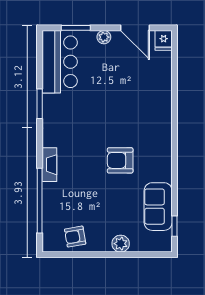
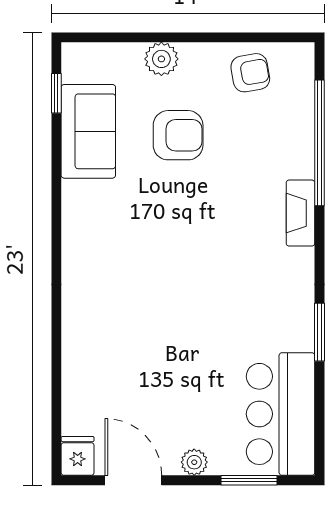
armchair: (120, 160) -> (178, 135), moved

